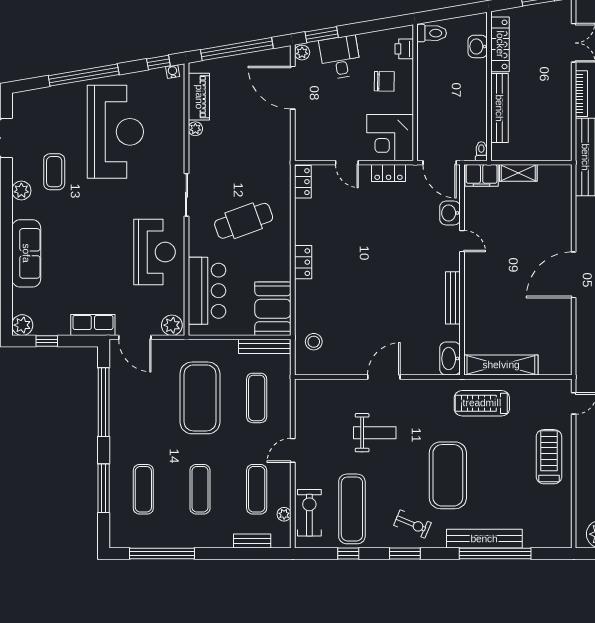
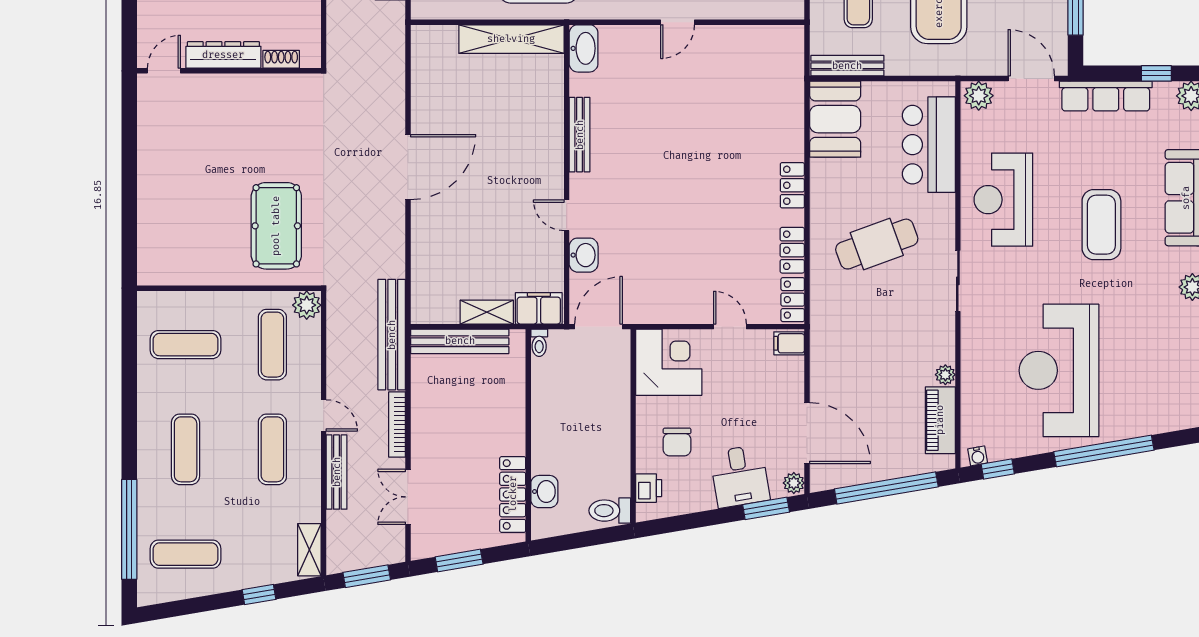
chair: (384, 81) -> (677, 442), turned -91
bench: (499, 108) -> (460, 341), moved, turned 90
filing cabinet: (305, 151) -> (789, 343), added
door: (440, 163) -> (599, 327), hinge flipped
coffee table: (54, 172) -> (1101, 225), moved, width x1.36, depth x1.32
locker: (389, 173) -> (792, 250), moved, turned -90
row of seats: (93, 325) -> (1106, 96), width x1.48
stool: (314, 342) -> (777, 72), removed
door: (384, 377) -> (678, 22), width x0.73

